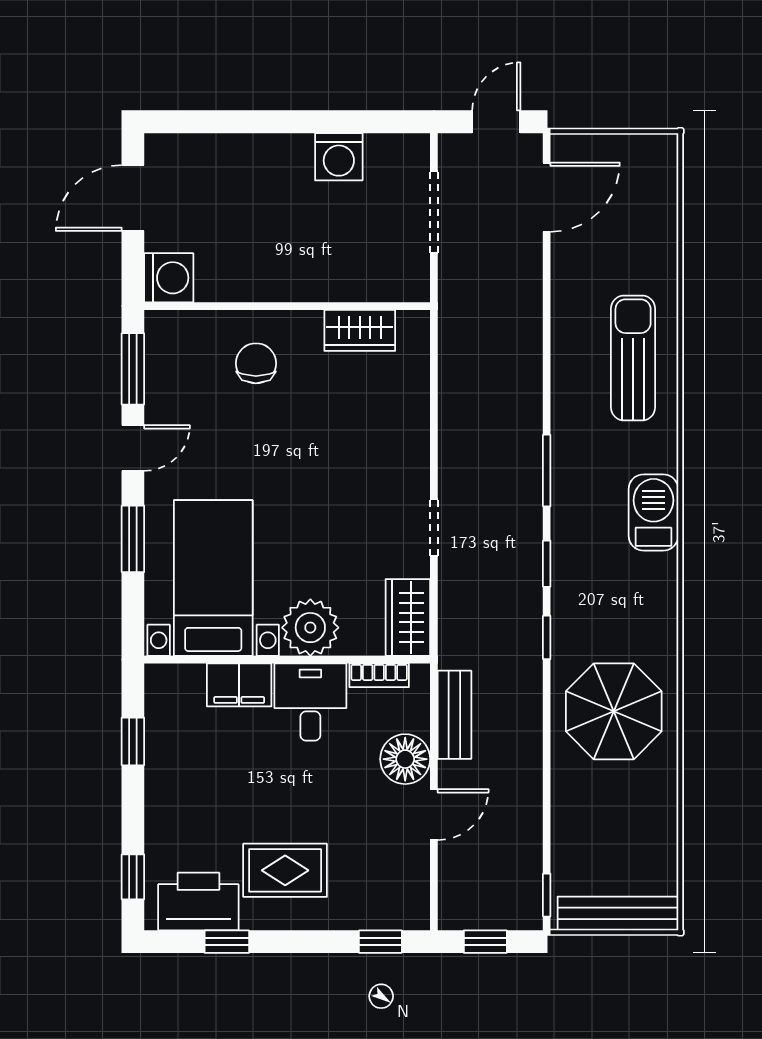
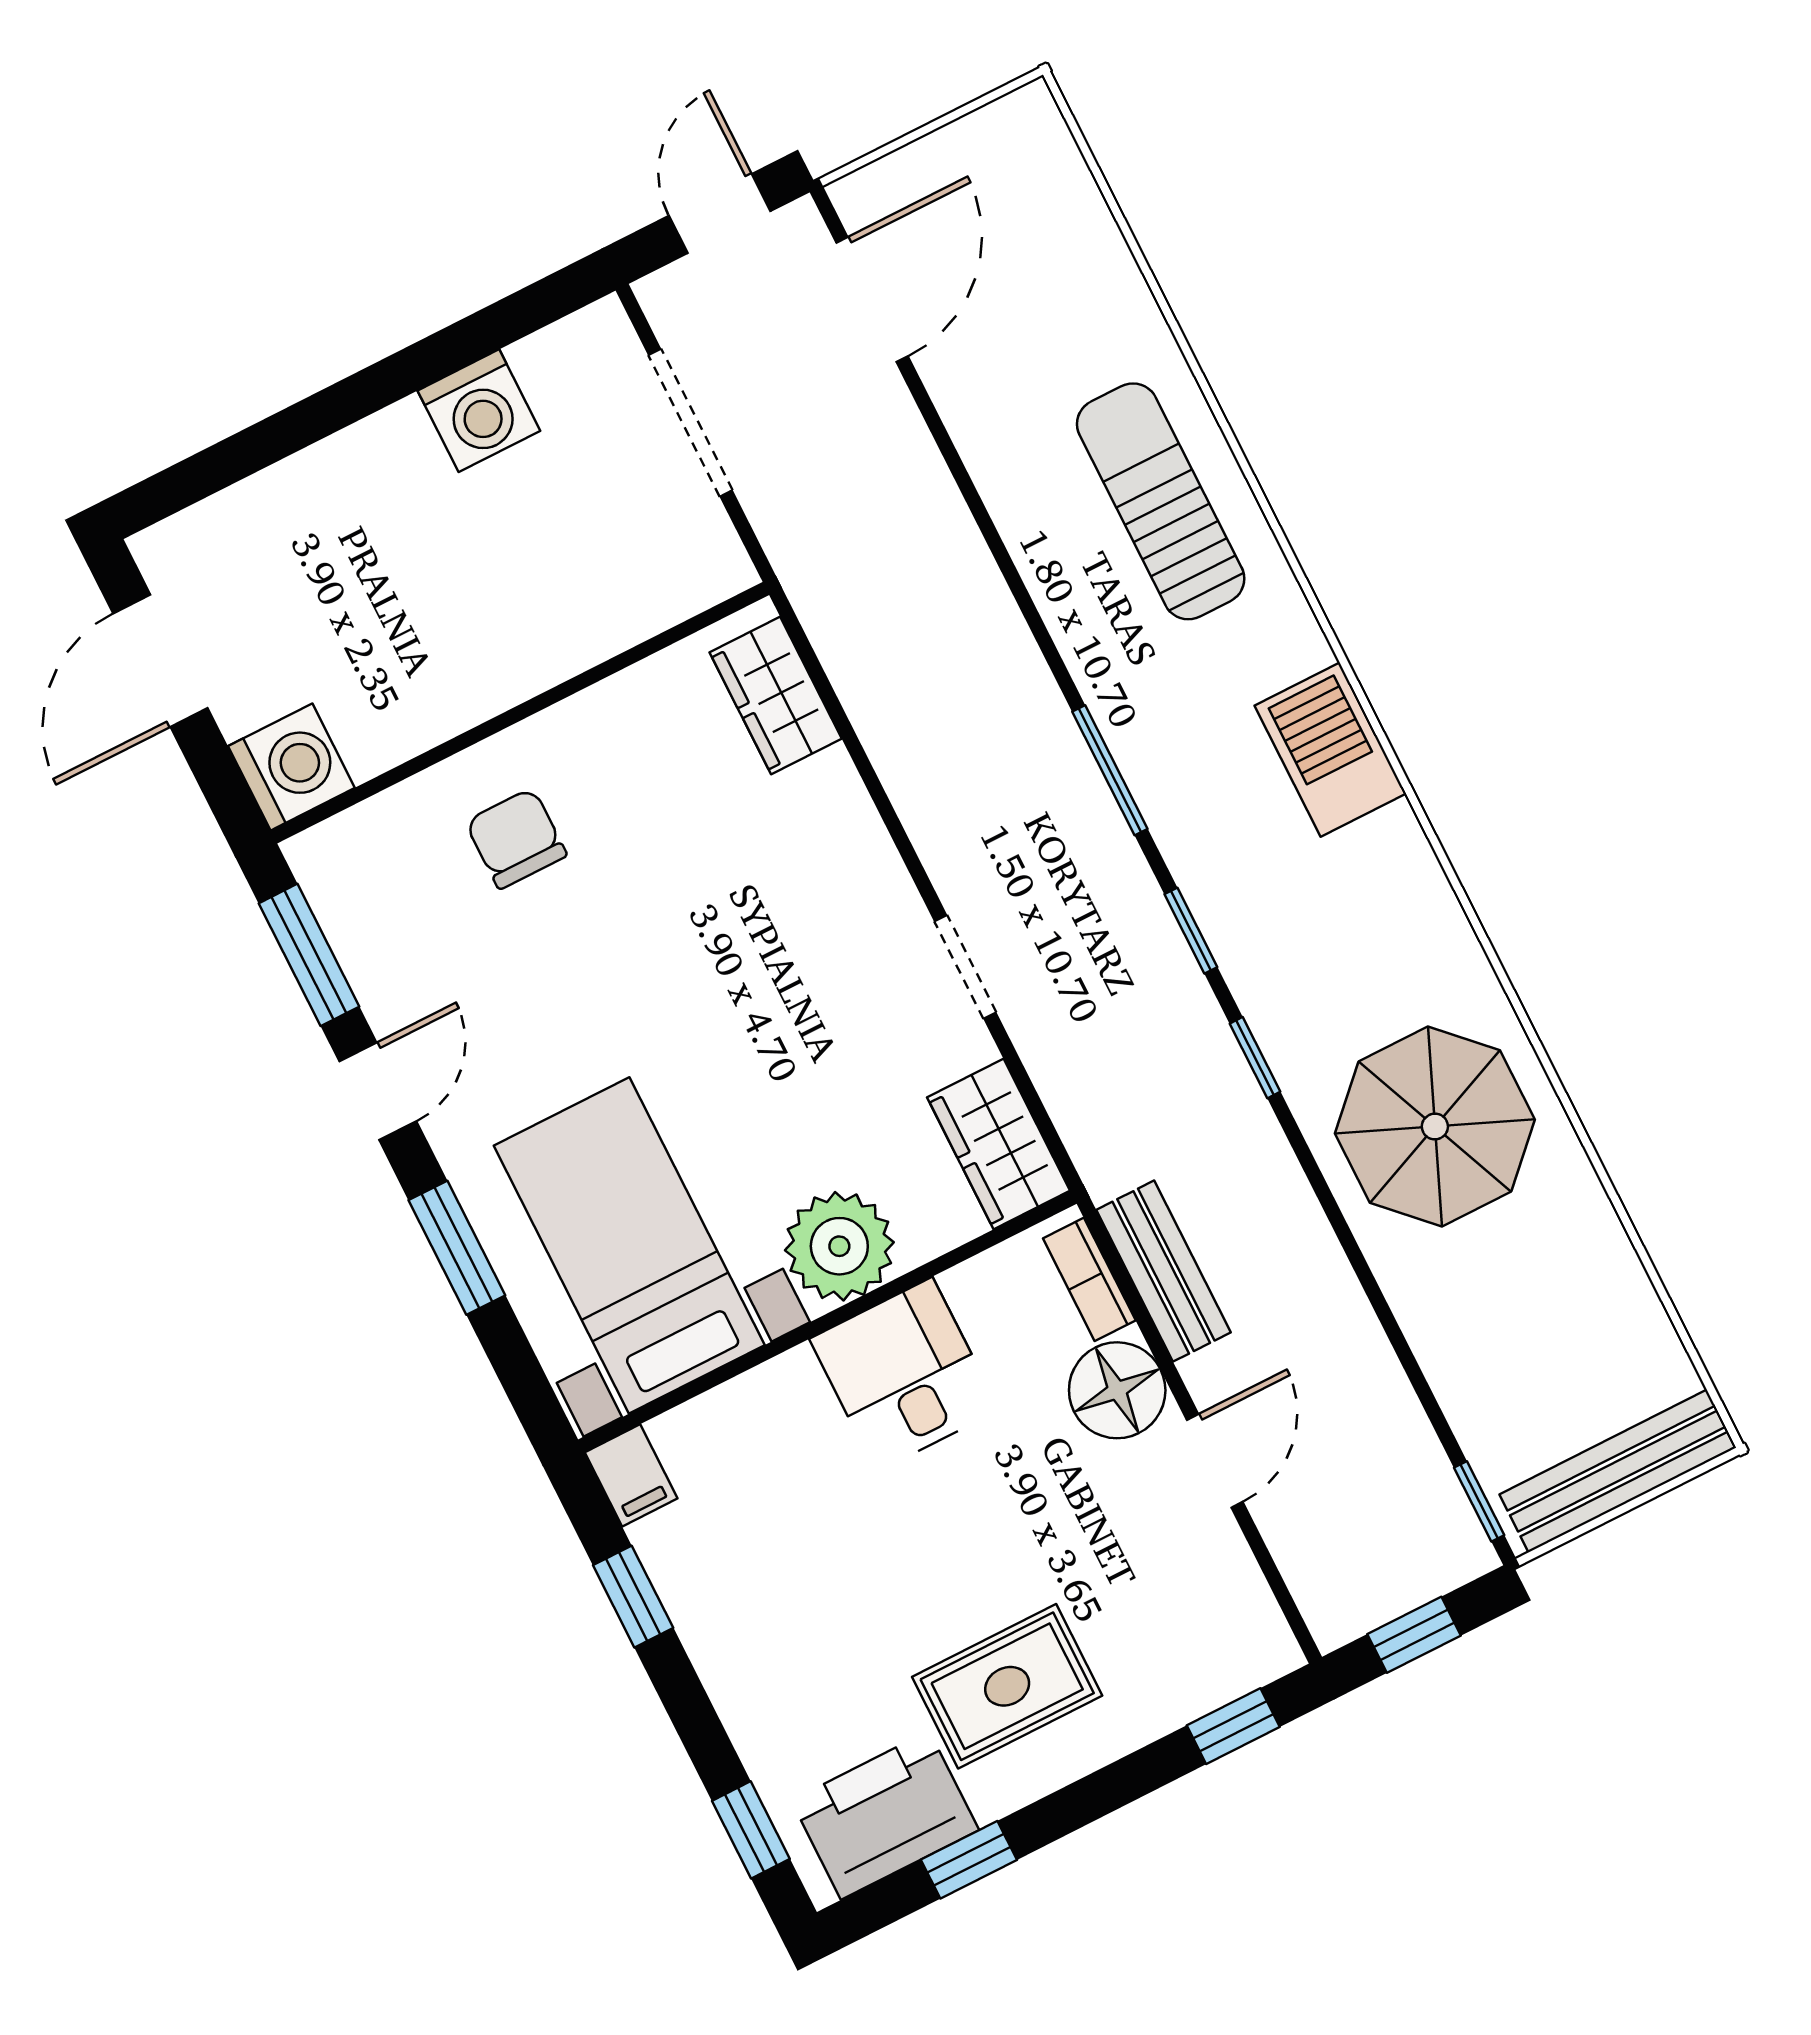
wardrobe: (360, 330) -> (776, 695), moved, turned 90
bookcase: (379, 675) -> (1089, 1279), moved, turned 90
filing cabinet: (239, 685) -> (631, 1475), moved, width x0.50

